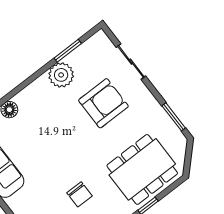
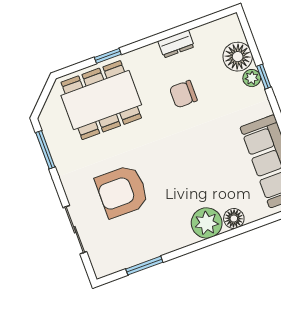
plant: (61, 75) -> (207, 223), moved
chair: (80, 194) -> (183, 94), turned -90

